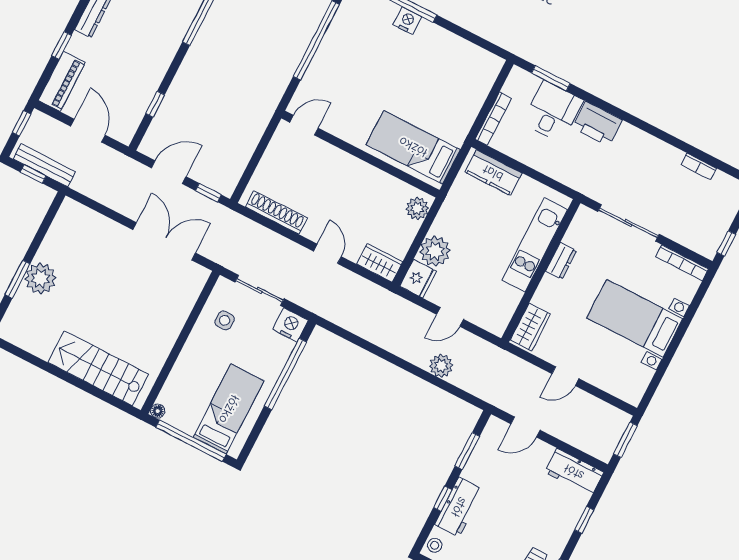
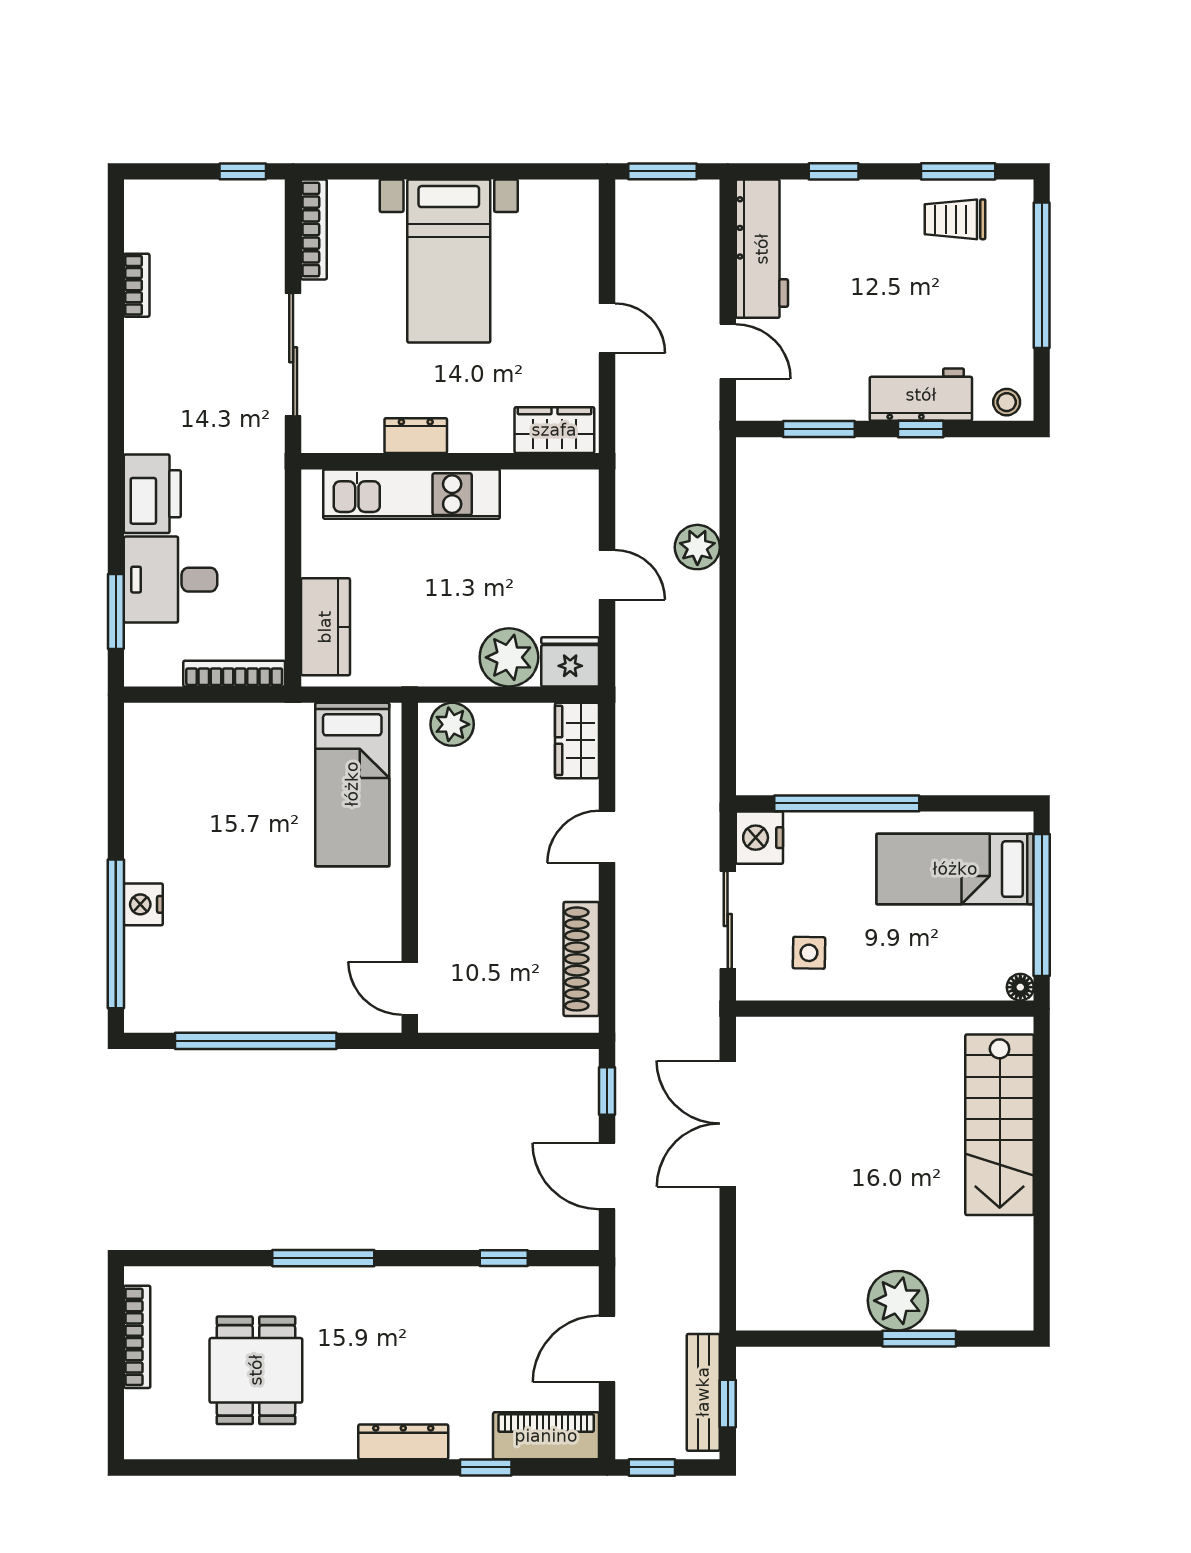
workbench: (574, 472) -> (762, 249), width x1.38

